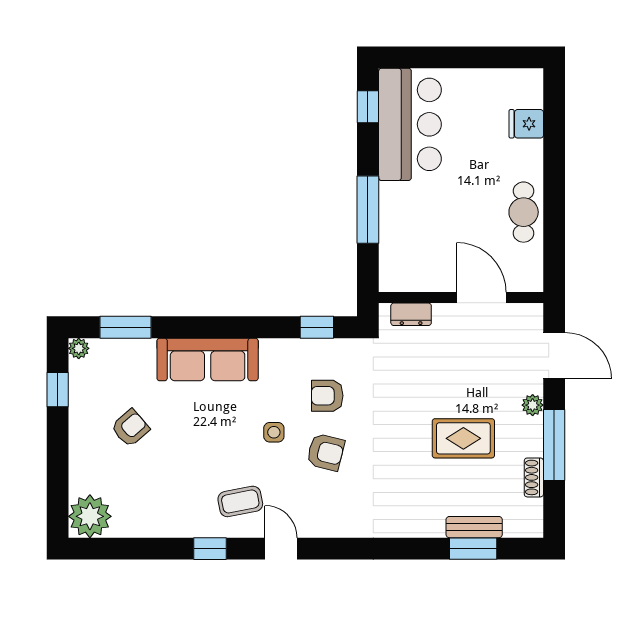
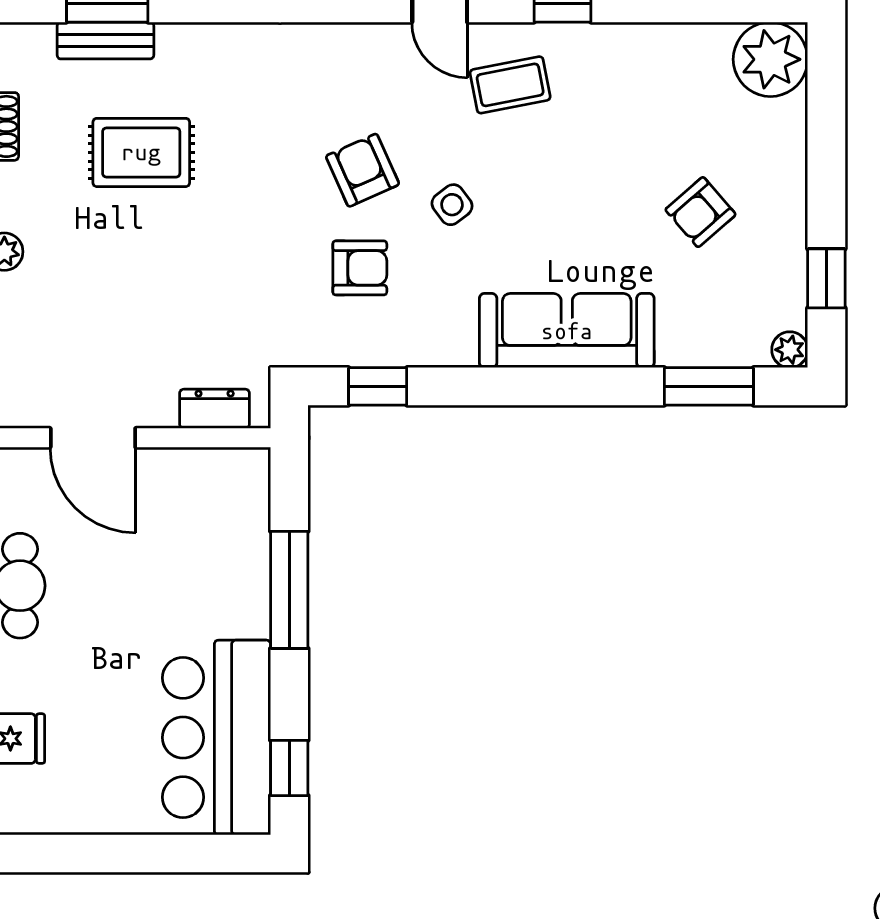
side table: (274, 432) -> (452, 205), turned -37
rug: (463, 438) -> (141, 152), moved
armchair: (326, 452) -> (363, 170), turned 52

